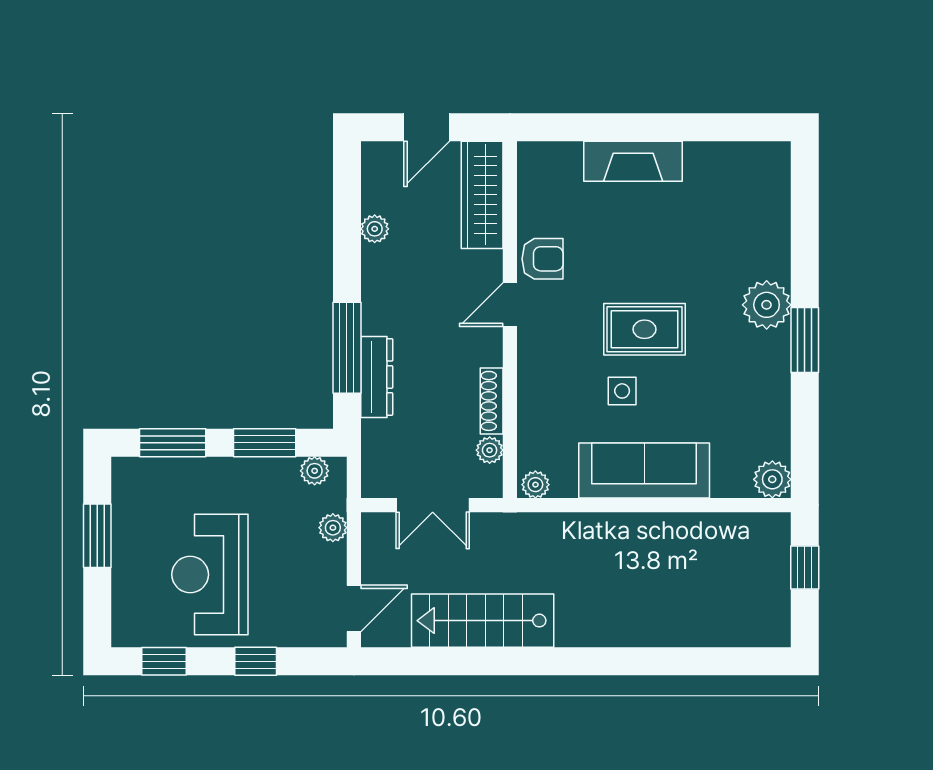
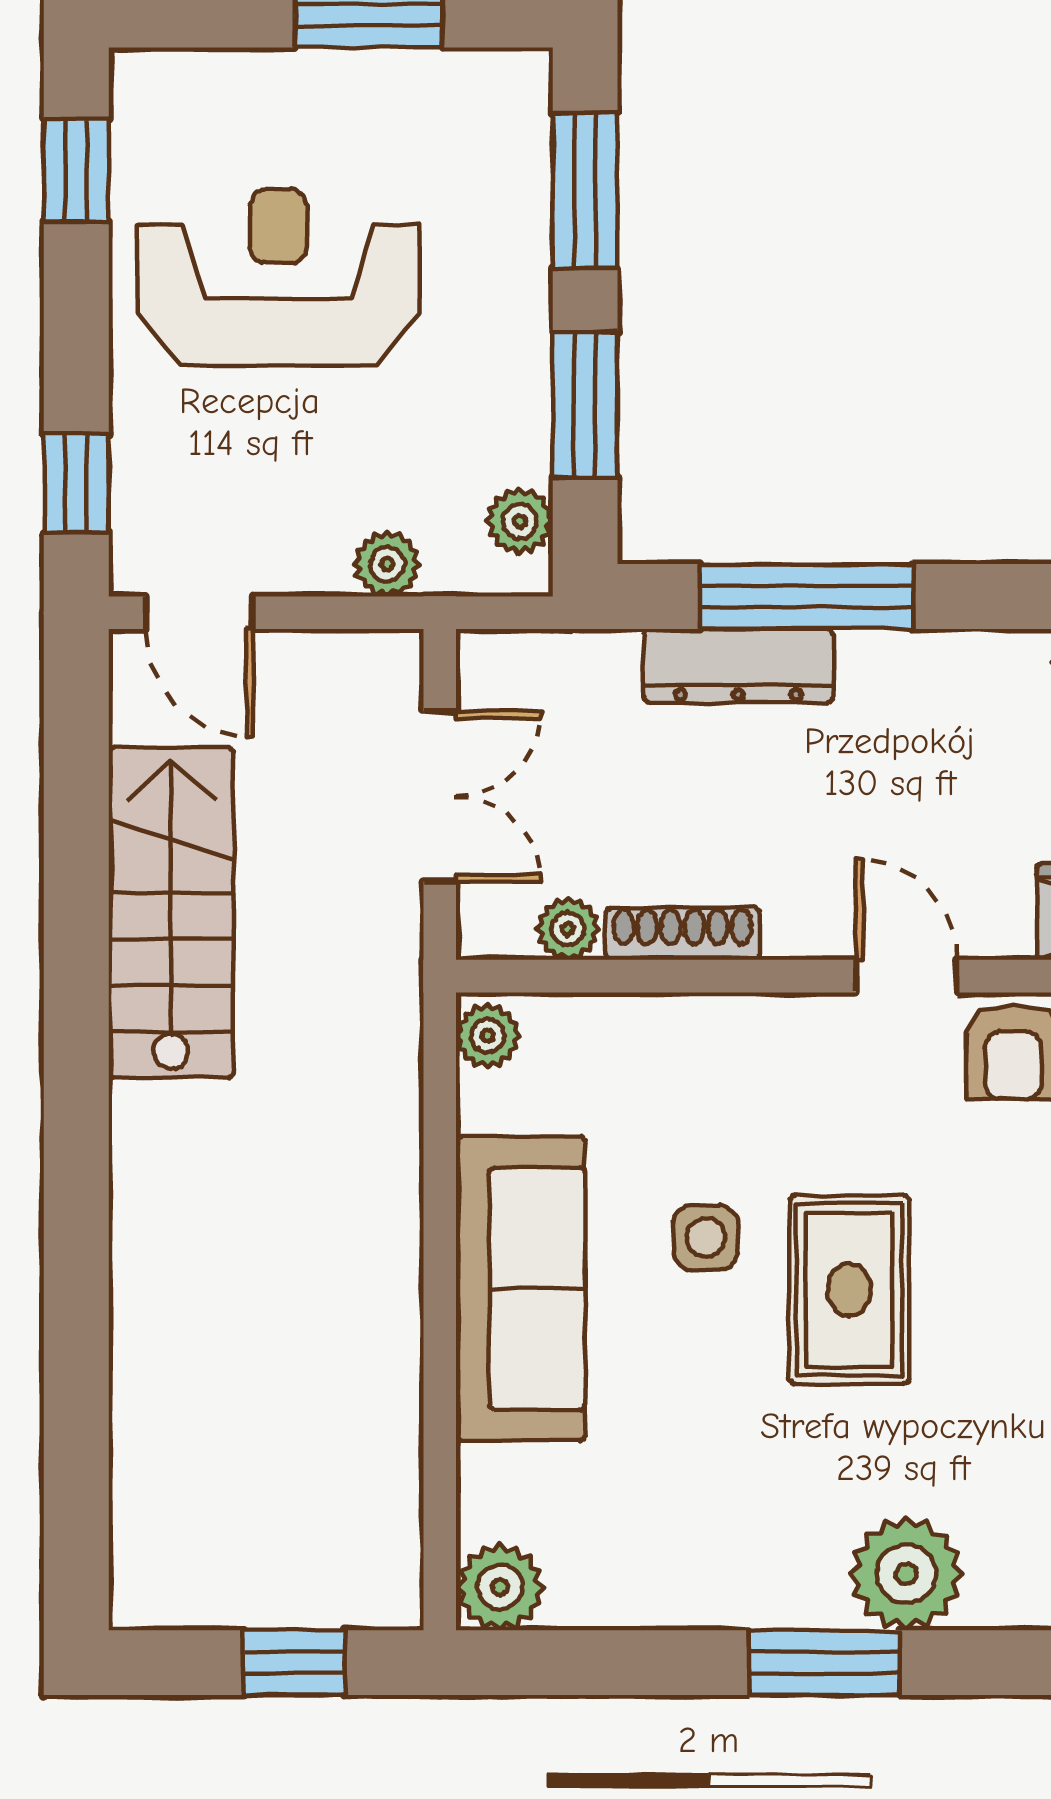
double door: (433, 505) -> (440, 796), swing flipped
window: (256, 661) -> (76, 484), moved

